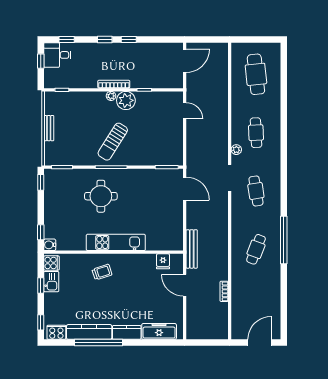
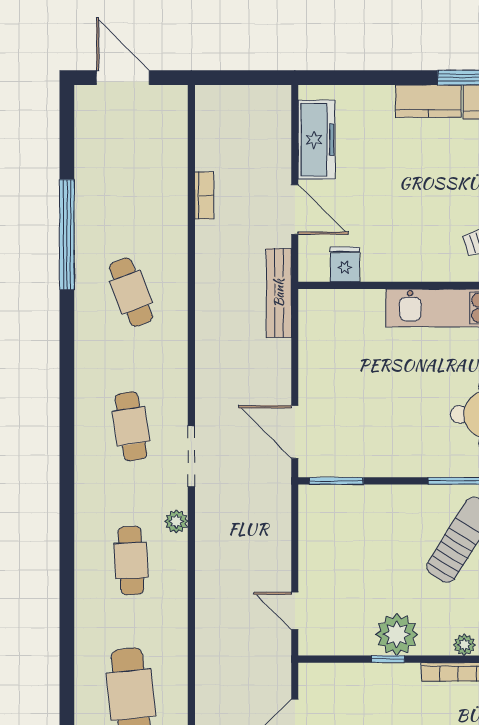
plant: (126, 100) -> (397, 634), moved
window: (284, 240) -> (67, 235), moved
cafe table: (256, 249) -> (131, 292), turned -42
freezer: (159, 331) -> (317, 140), moved, turned -90
door: (260, 343) -> (123, 78), swing flipped

